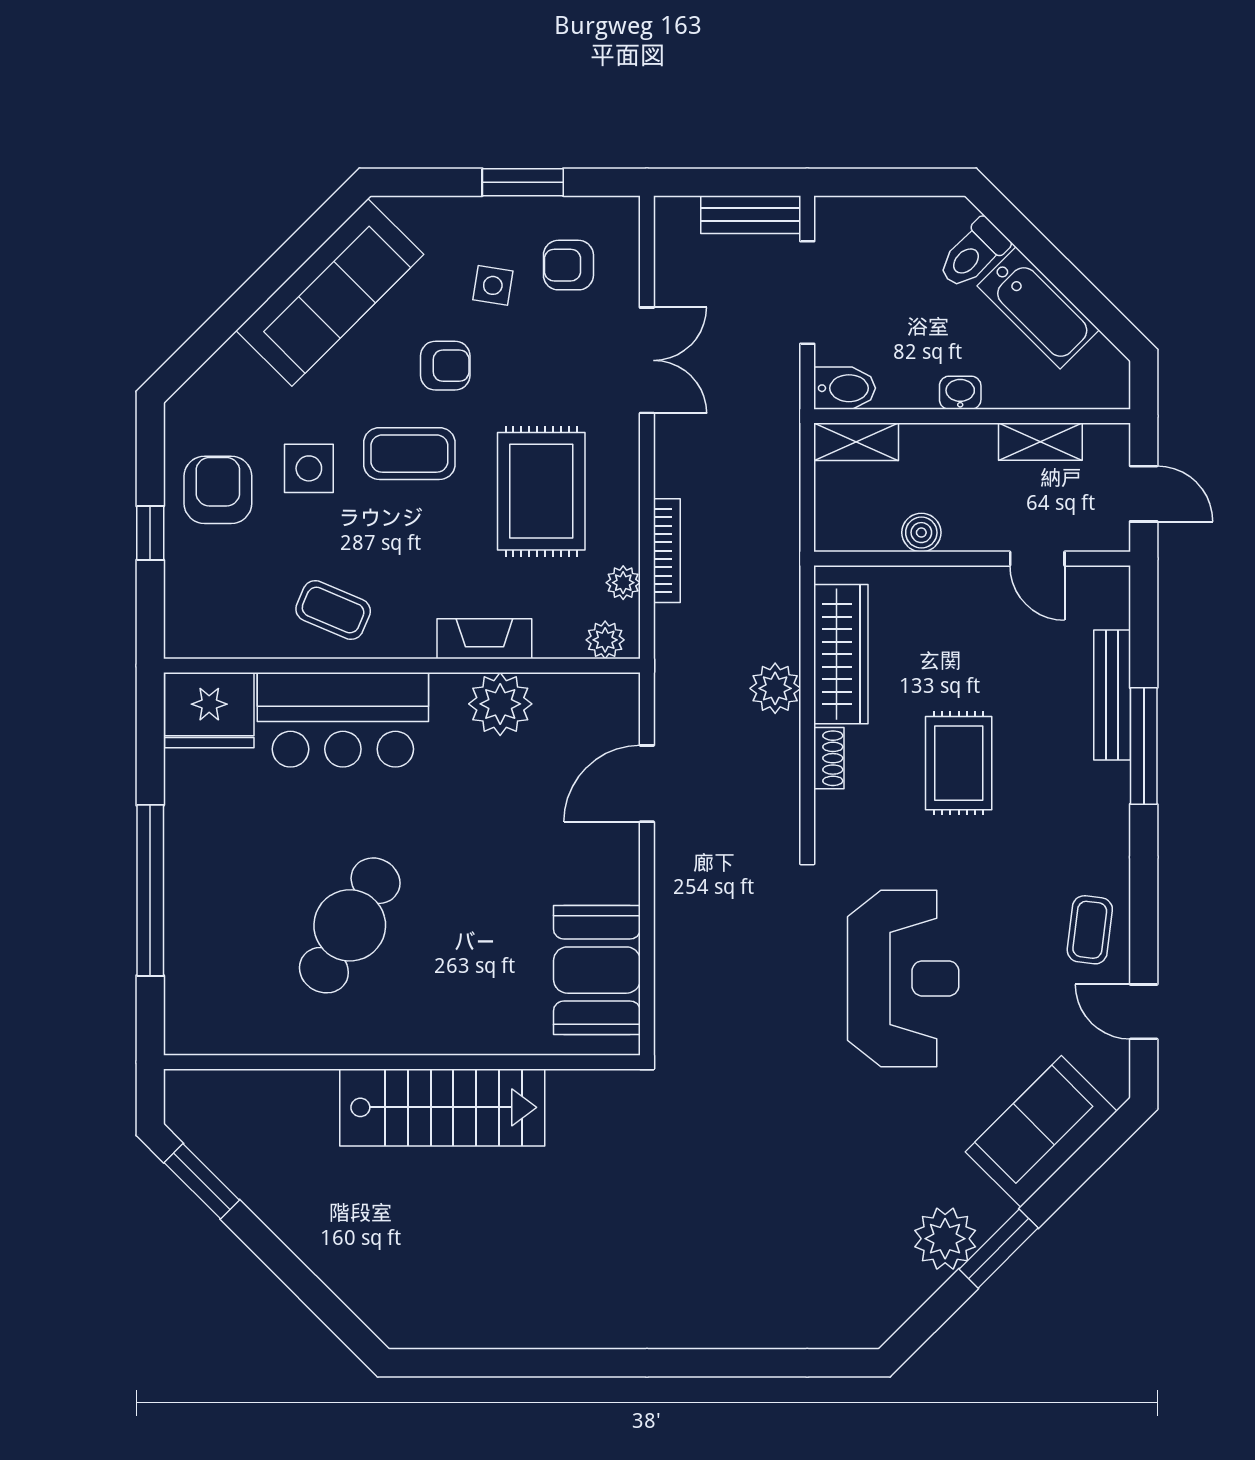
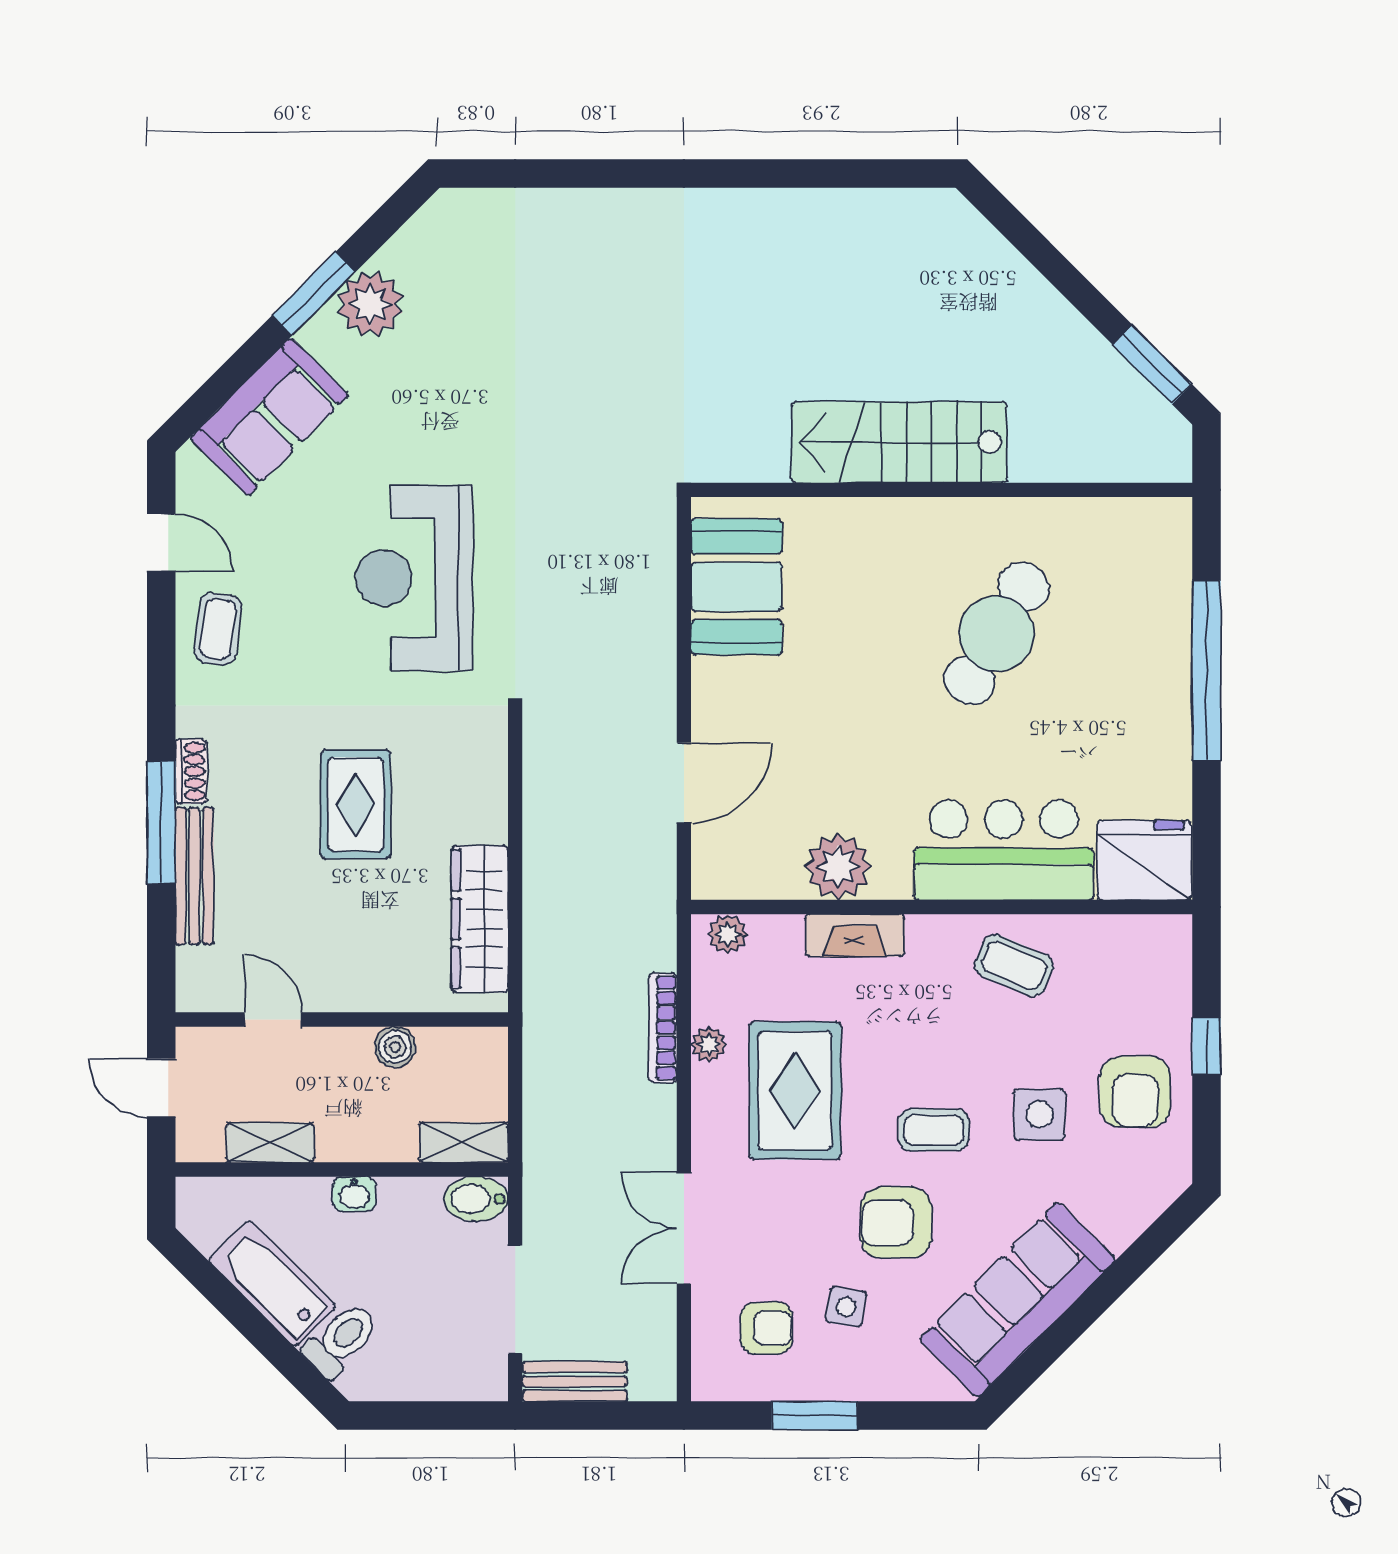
armchair: (445, 366) -> (896, 1223), width x1.38, depth x1.38
coffee table: (409, 454) -> (934, 1130), width x0.73, depth x0.77
plant: (623, 583) -> (709, 1045), moved
plant: (775, 688) -> (549, 883), removed
shoe rack: (829, 758) -> (191, 772), moved, turned 180

